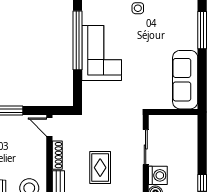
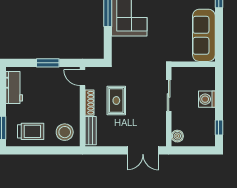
rug: (100, 168) -> (116, 101), moved
washing machine: (158, 175) -> (207, 99), moved, turned 180

